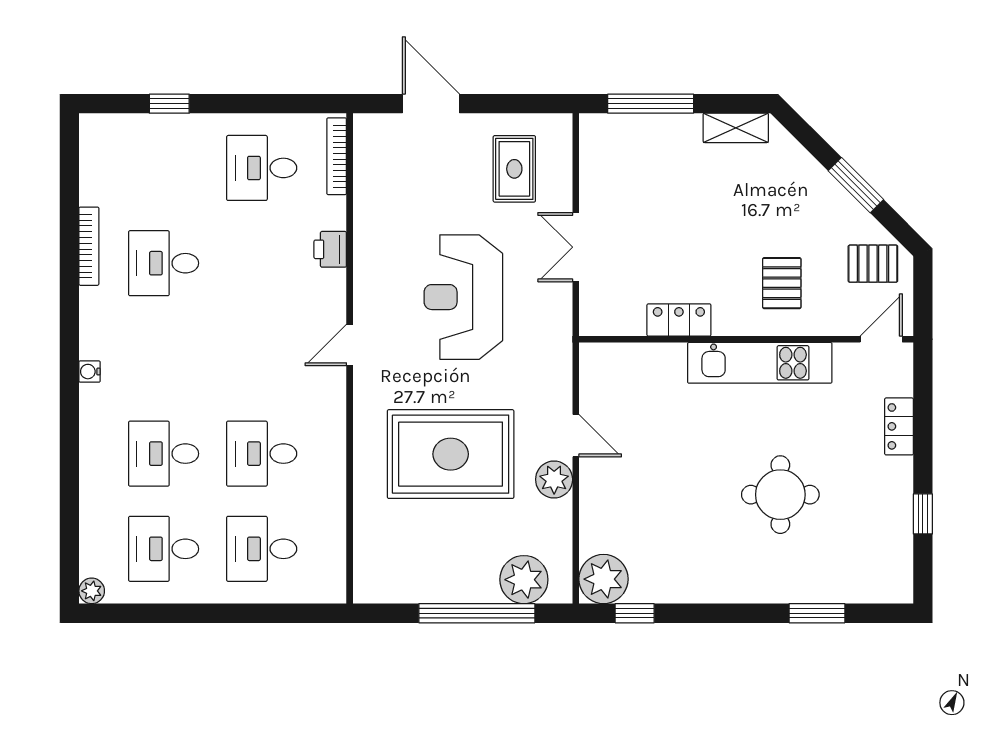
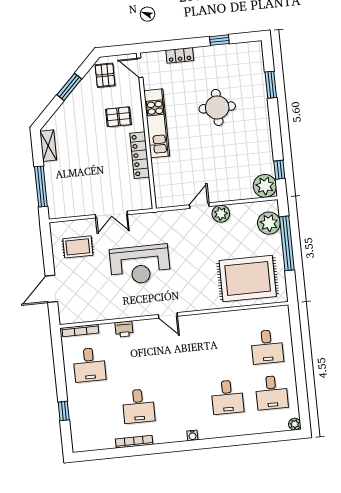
locker: (679, 320) -> (140, 155), width x1.53
desk: (262, 454) -> (223, 351), removed
rug: (451, 454) -> (248, 278), moved, turned 90

